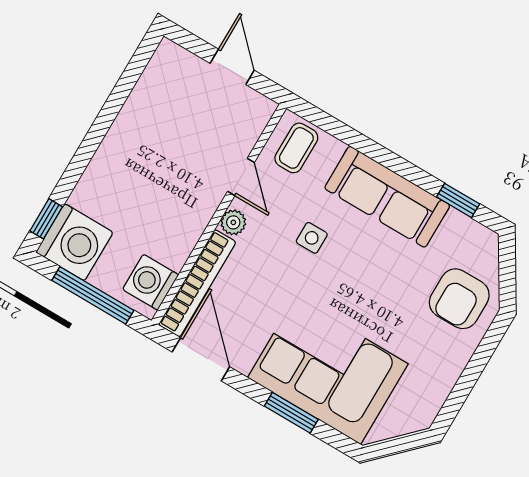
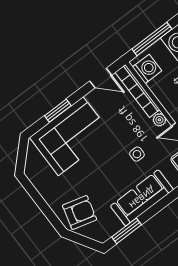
window: (458, 200) -> (126, 231), width x1.50
armchair: (459, 299) -> (80, 212), turned 105
door: (201, 359) -> (101, 78), width x0.73

